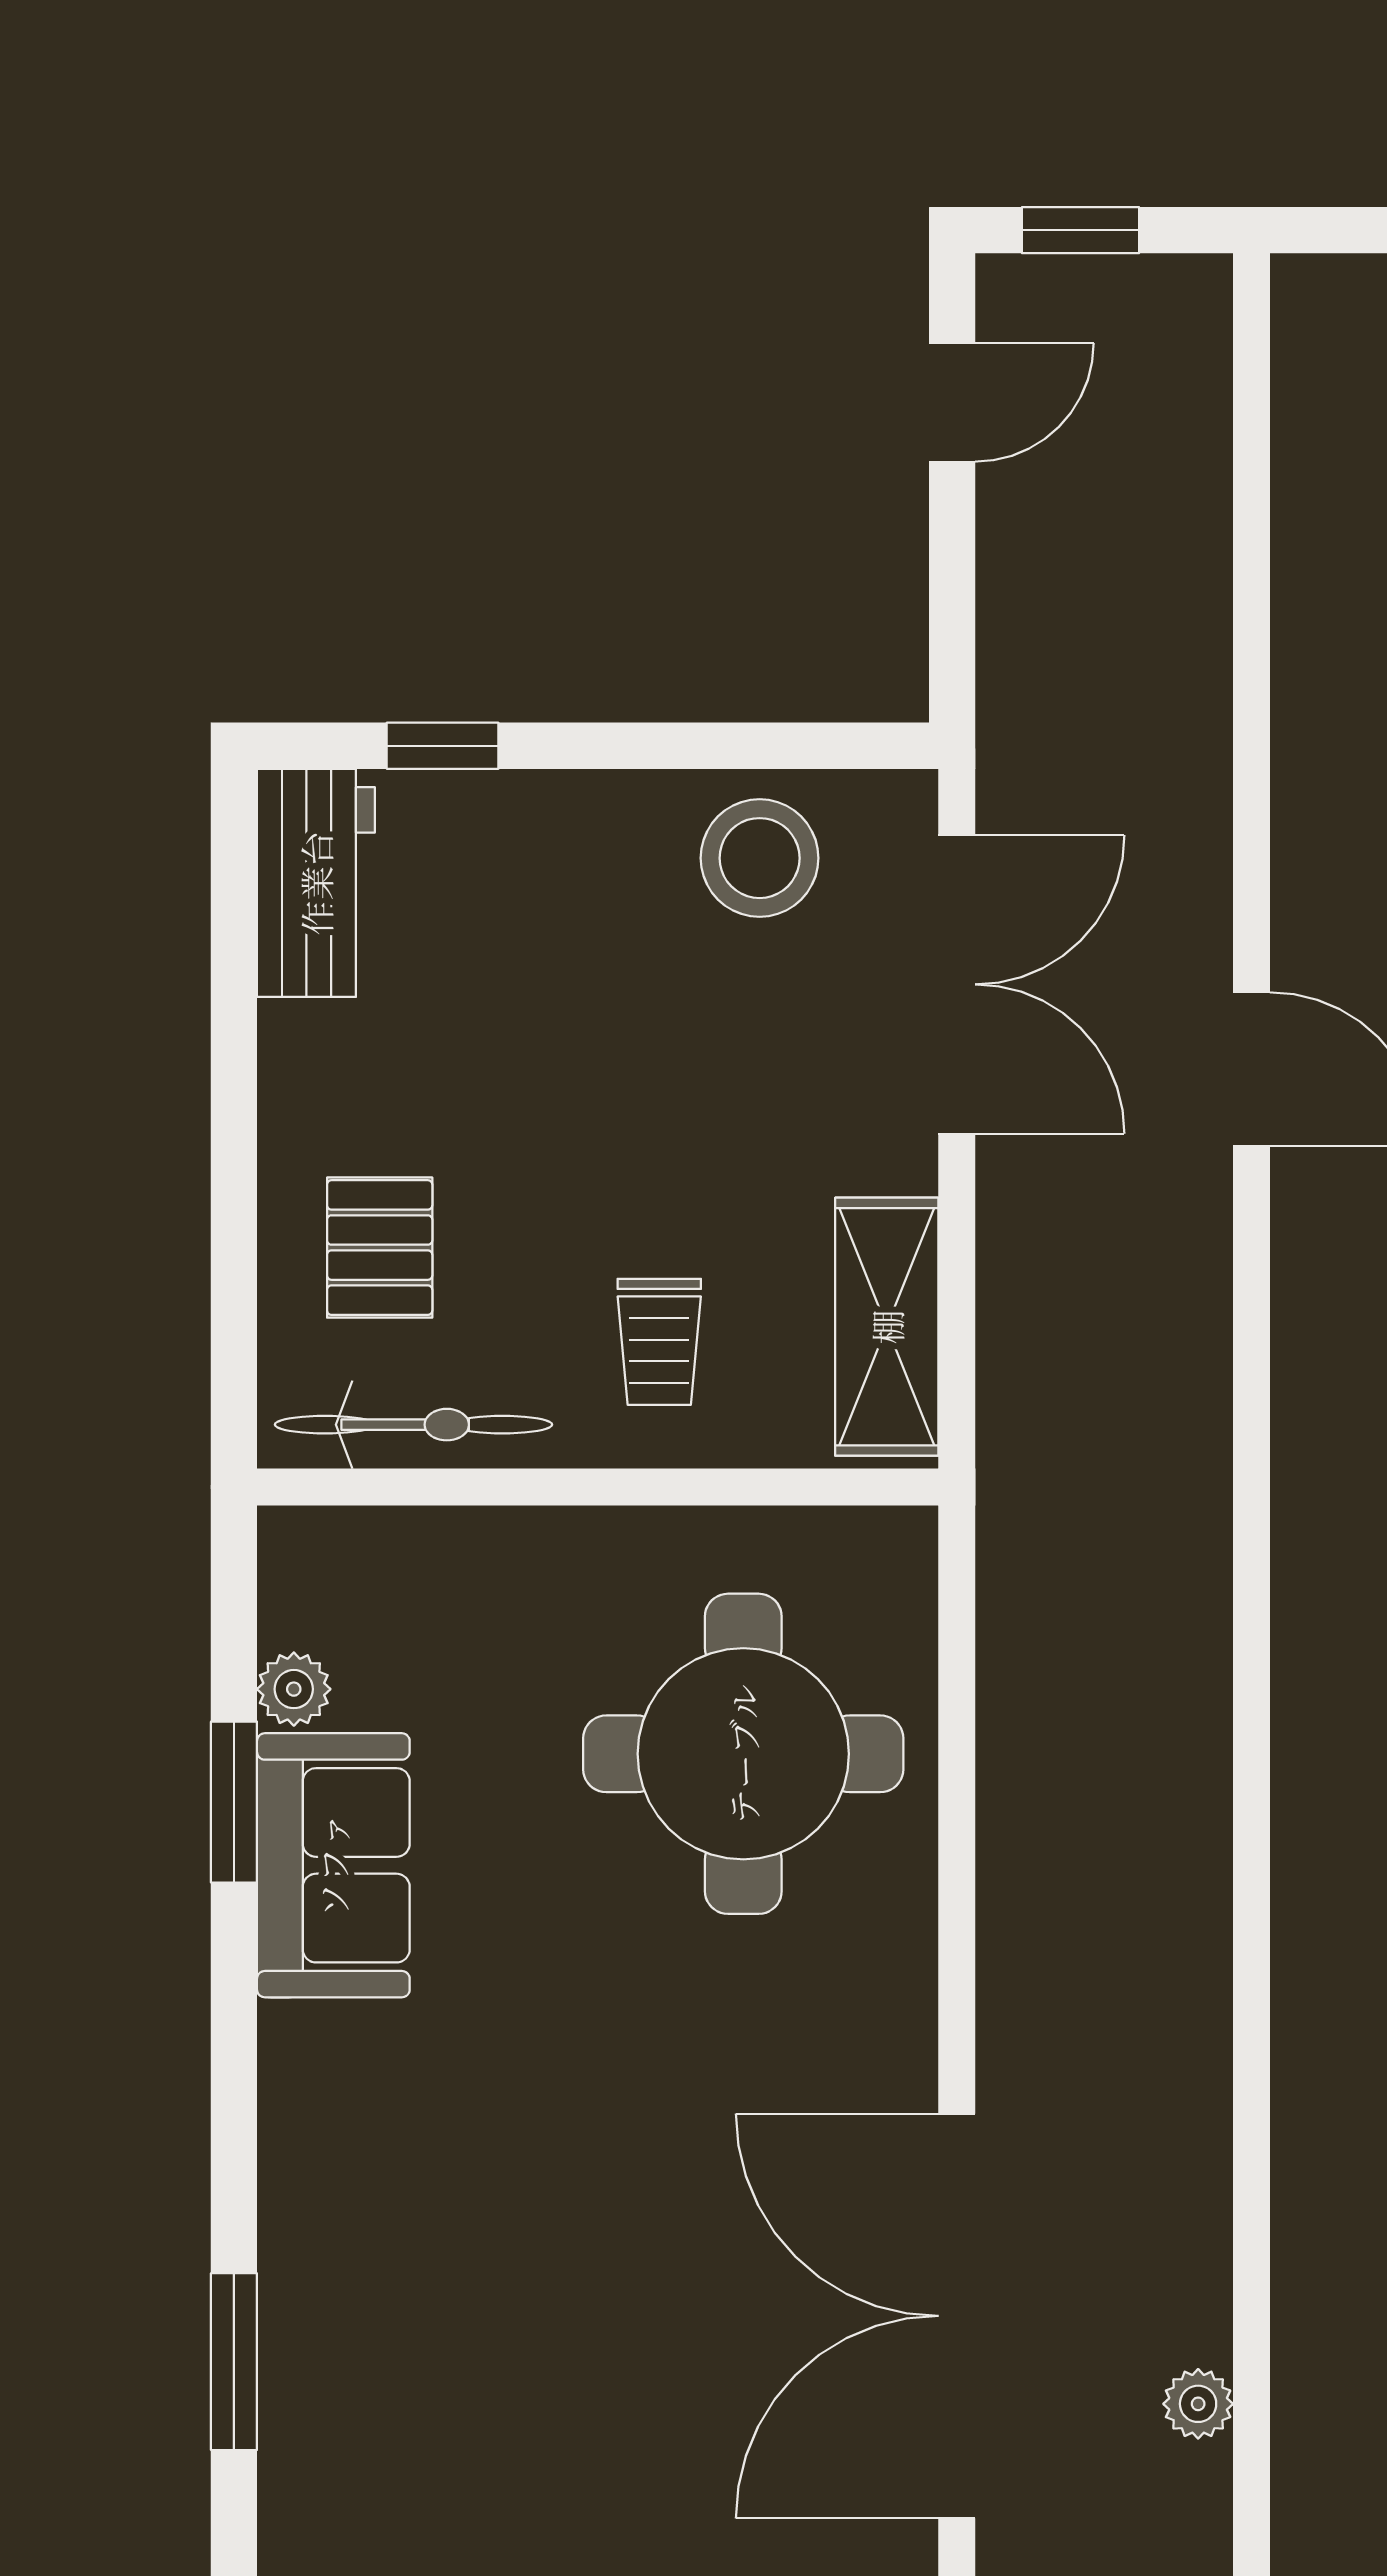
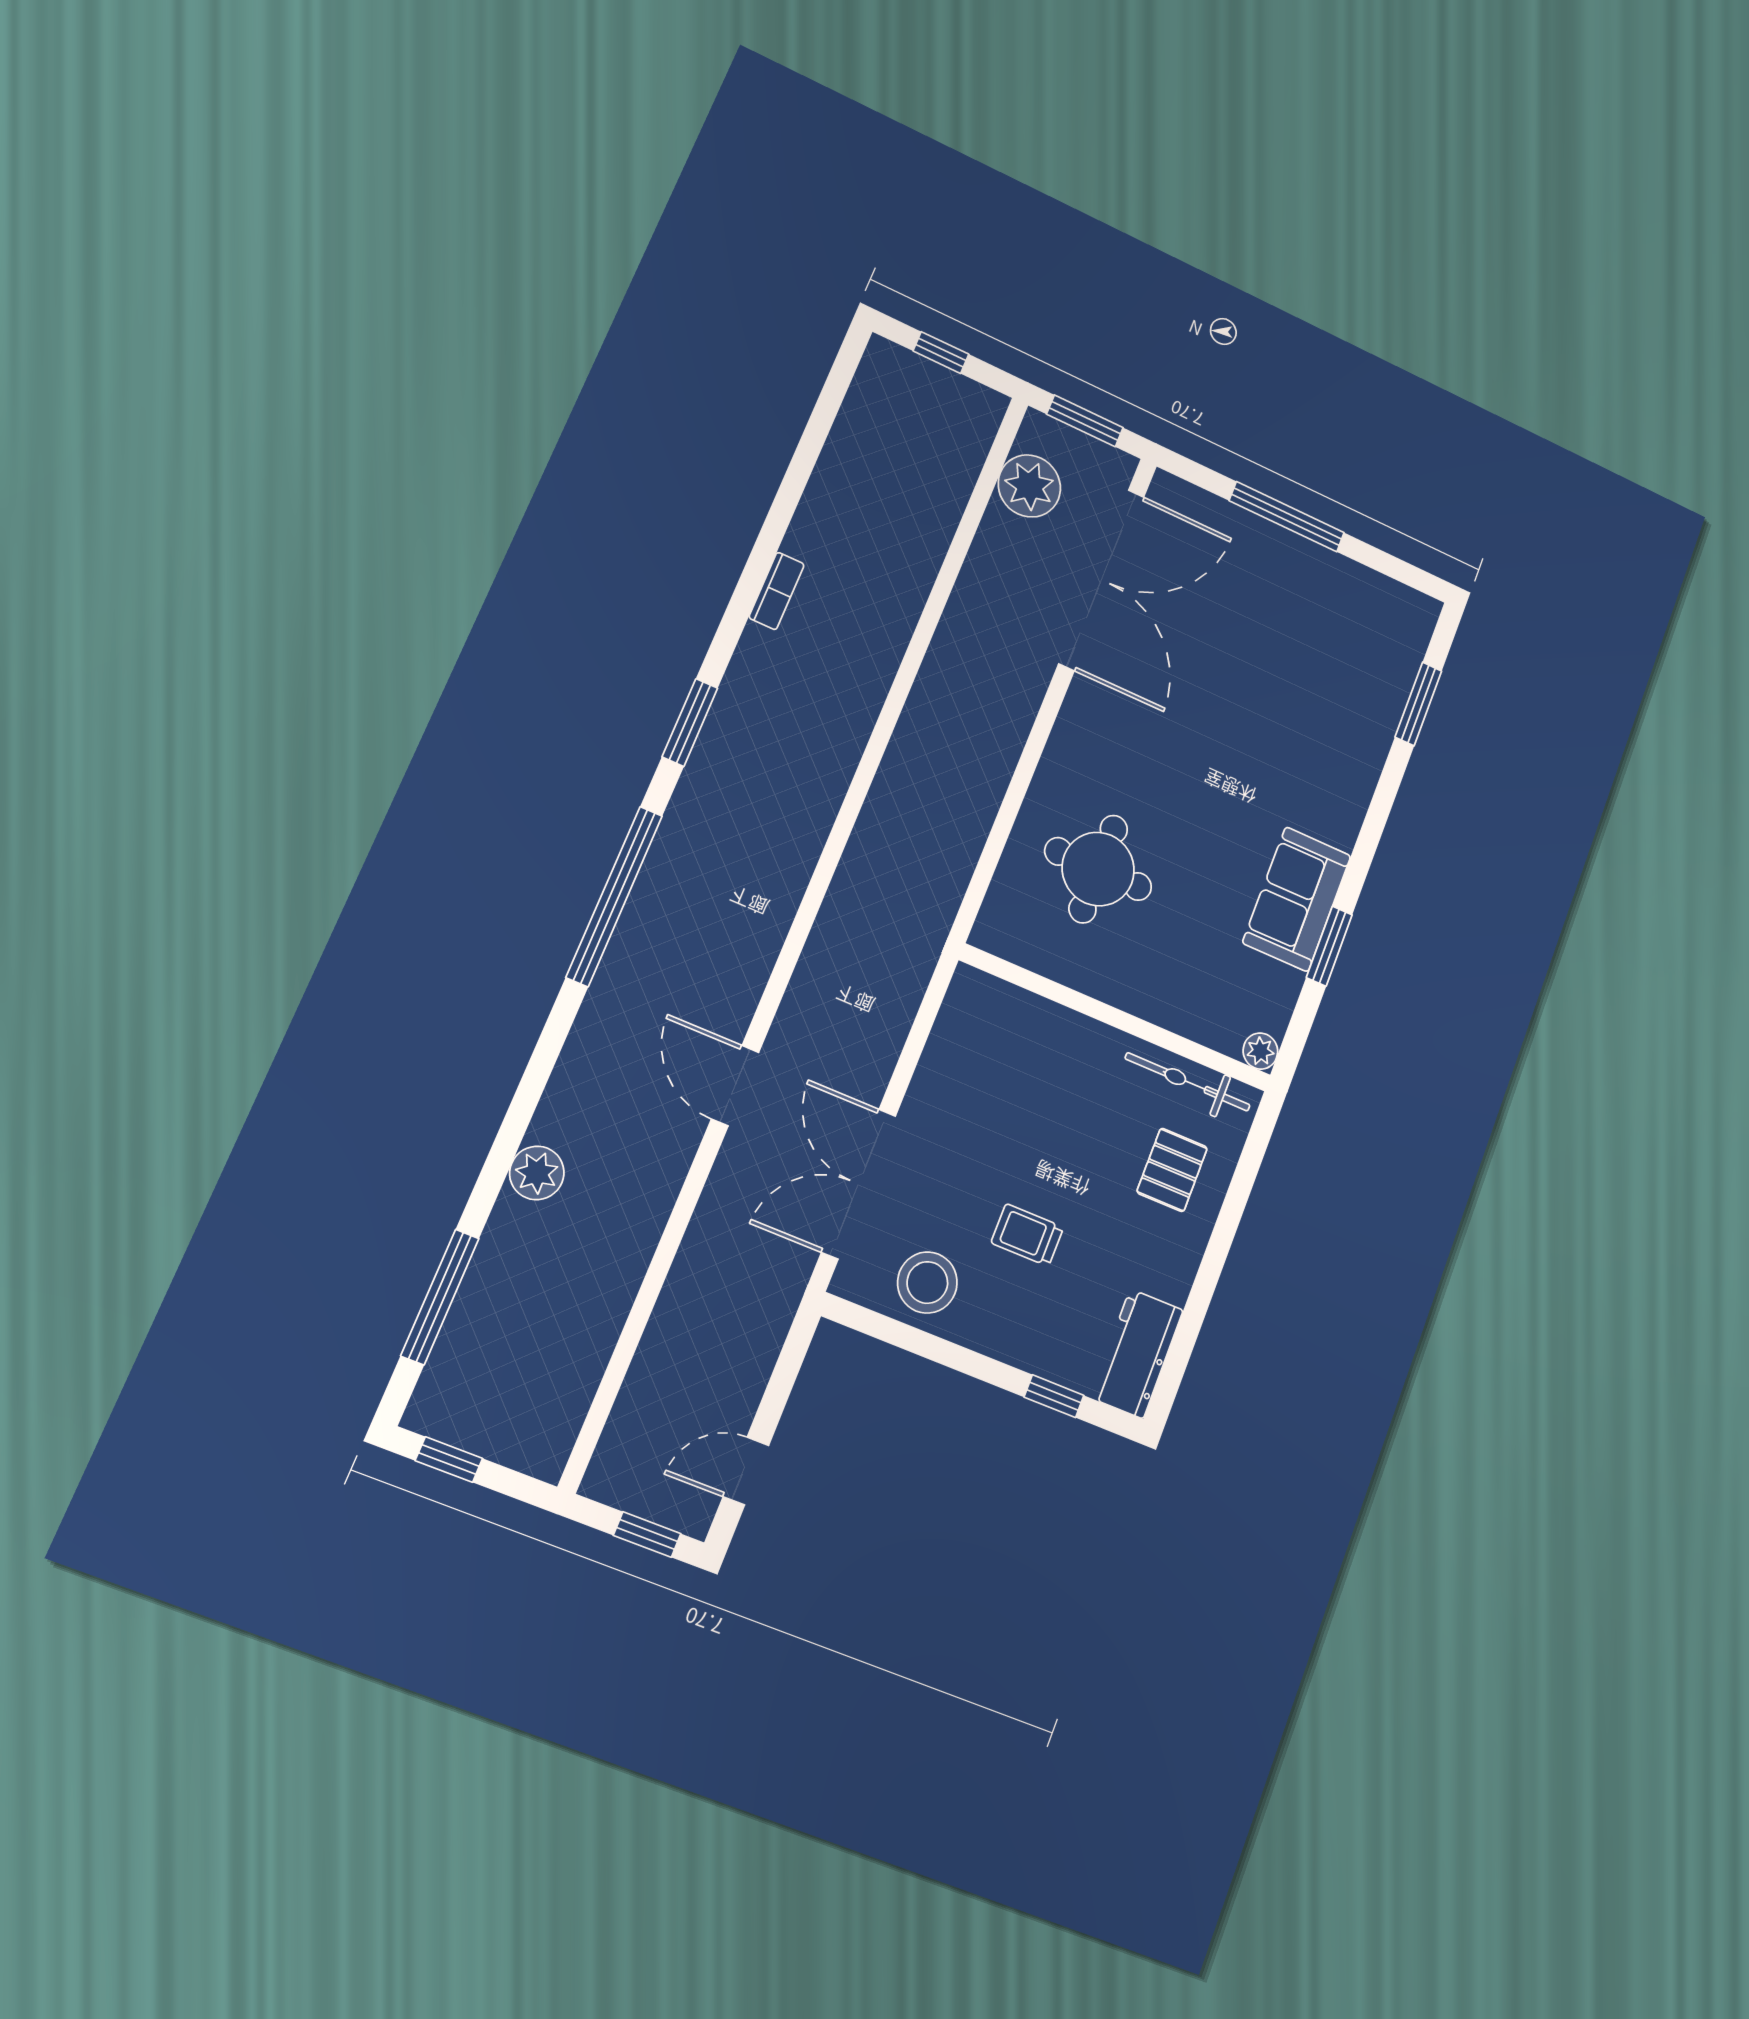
shelving: (887, 1327) -> (956, 1036), removed
trolley: (659, 1342) -> (1027, 1235), moved, turned -90
plant: (294, 1689) -> (1260, 1051), moved
round table: (743, 1754) -> (1098, 869), width x0.73, depth x0.73
plant: (1198, 2404) -> (1029, 486), width x1.87, depth x1.87

